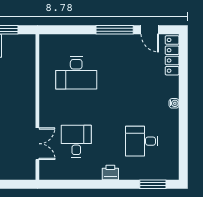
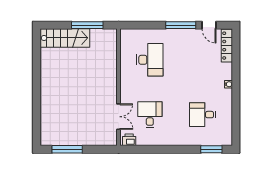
desk: (76, 73) -> (150, 60), turned -90
printer: (110, 173) -> (129, 140), moved

